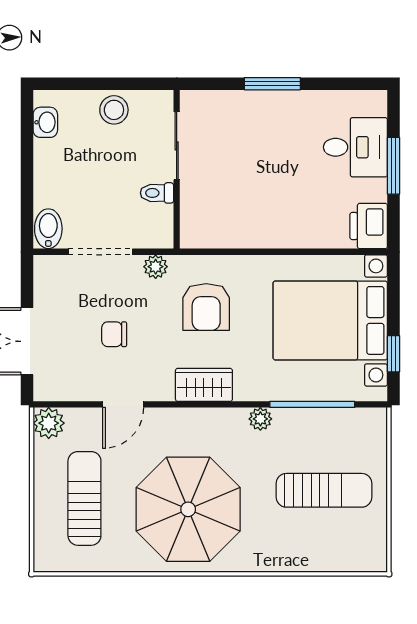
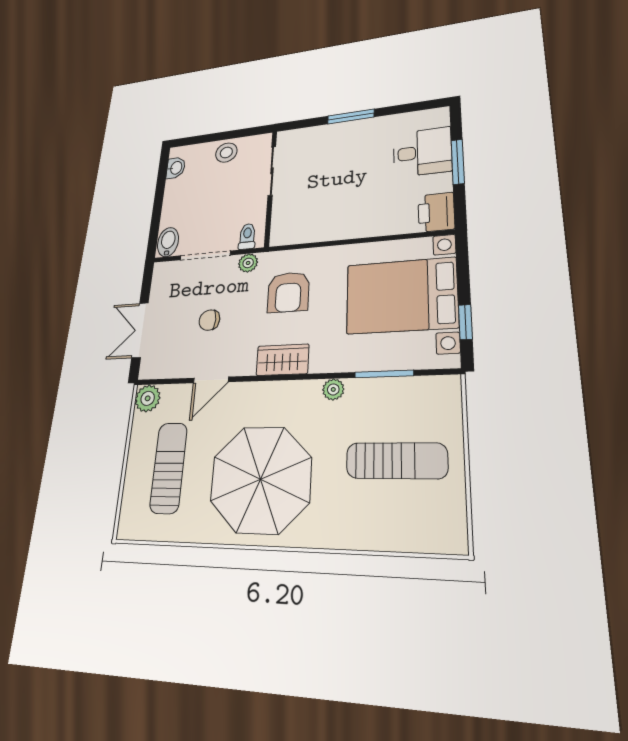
toilet: (157, 193) -> (247, 236), moved, turned 90
window: (312, 404) -> (384, 374), width x0.69

